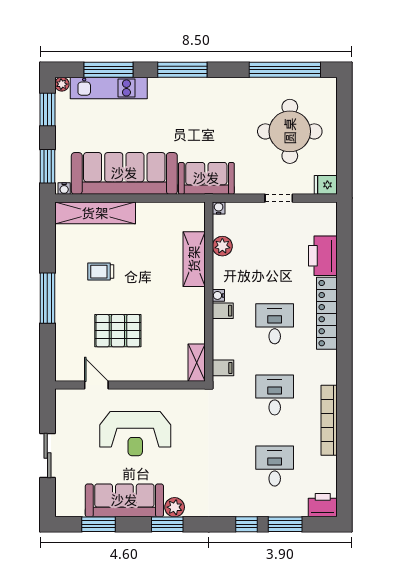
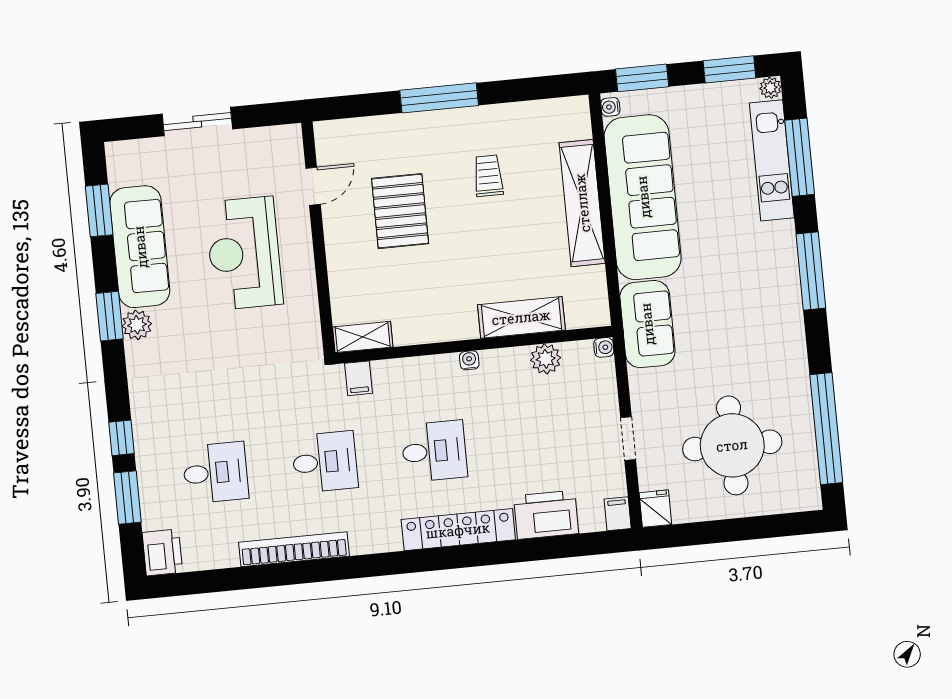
shelving: (95, 213) -> (582, 203), moved
filing cabinet: (223, 311) -> (618, 514), moved, turned 180

